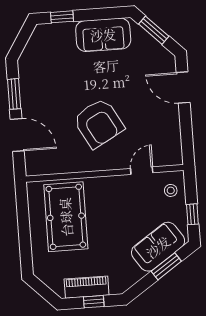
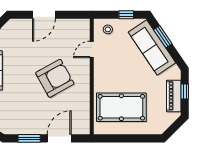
door: (183, 88) -> (44, 15), moved
door: (142, 171) -> (92, 49), hinge flipped
sofa: (158, 247) -> (152, 47), width x1.36

